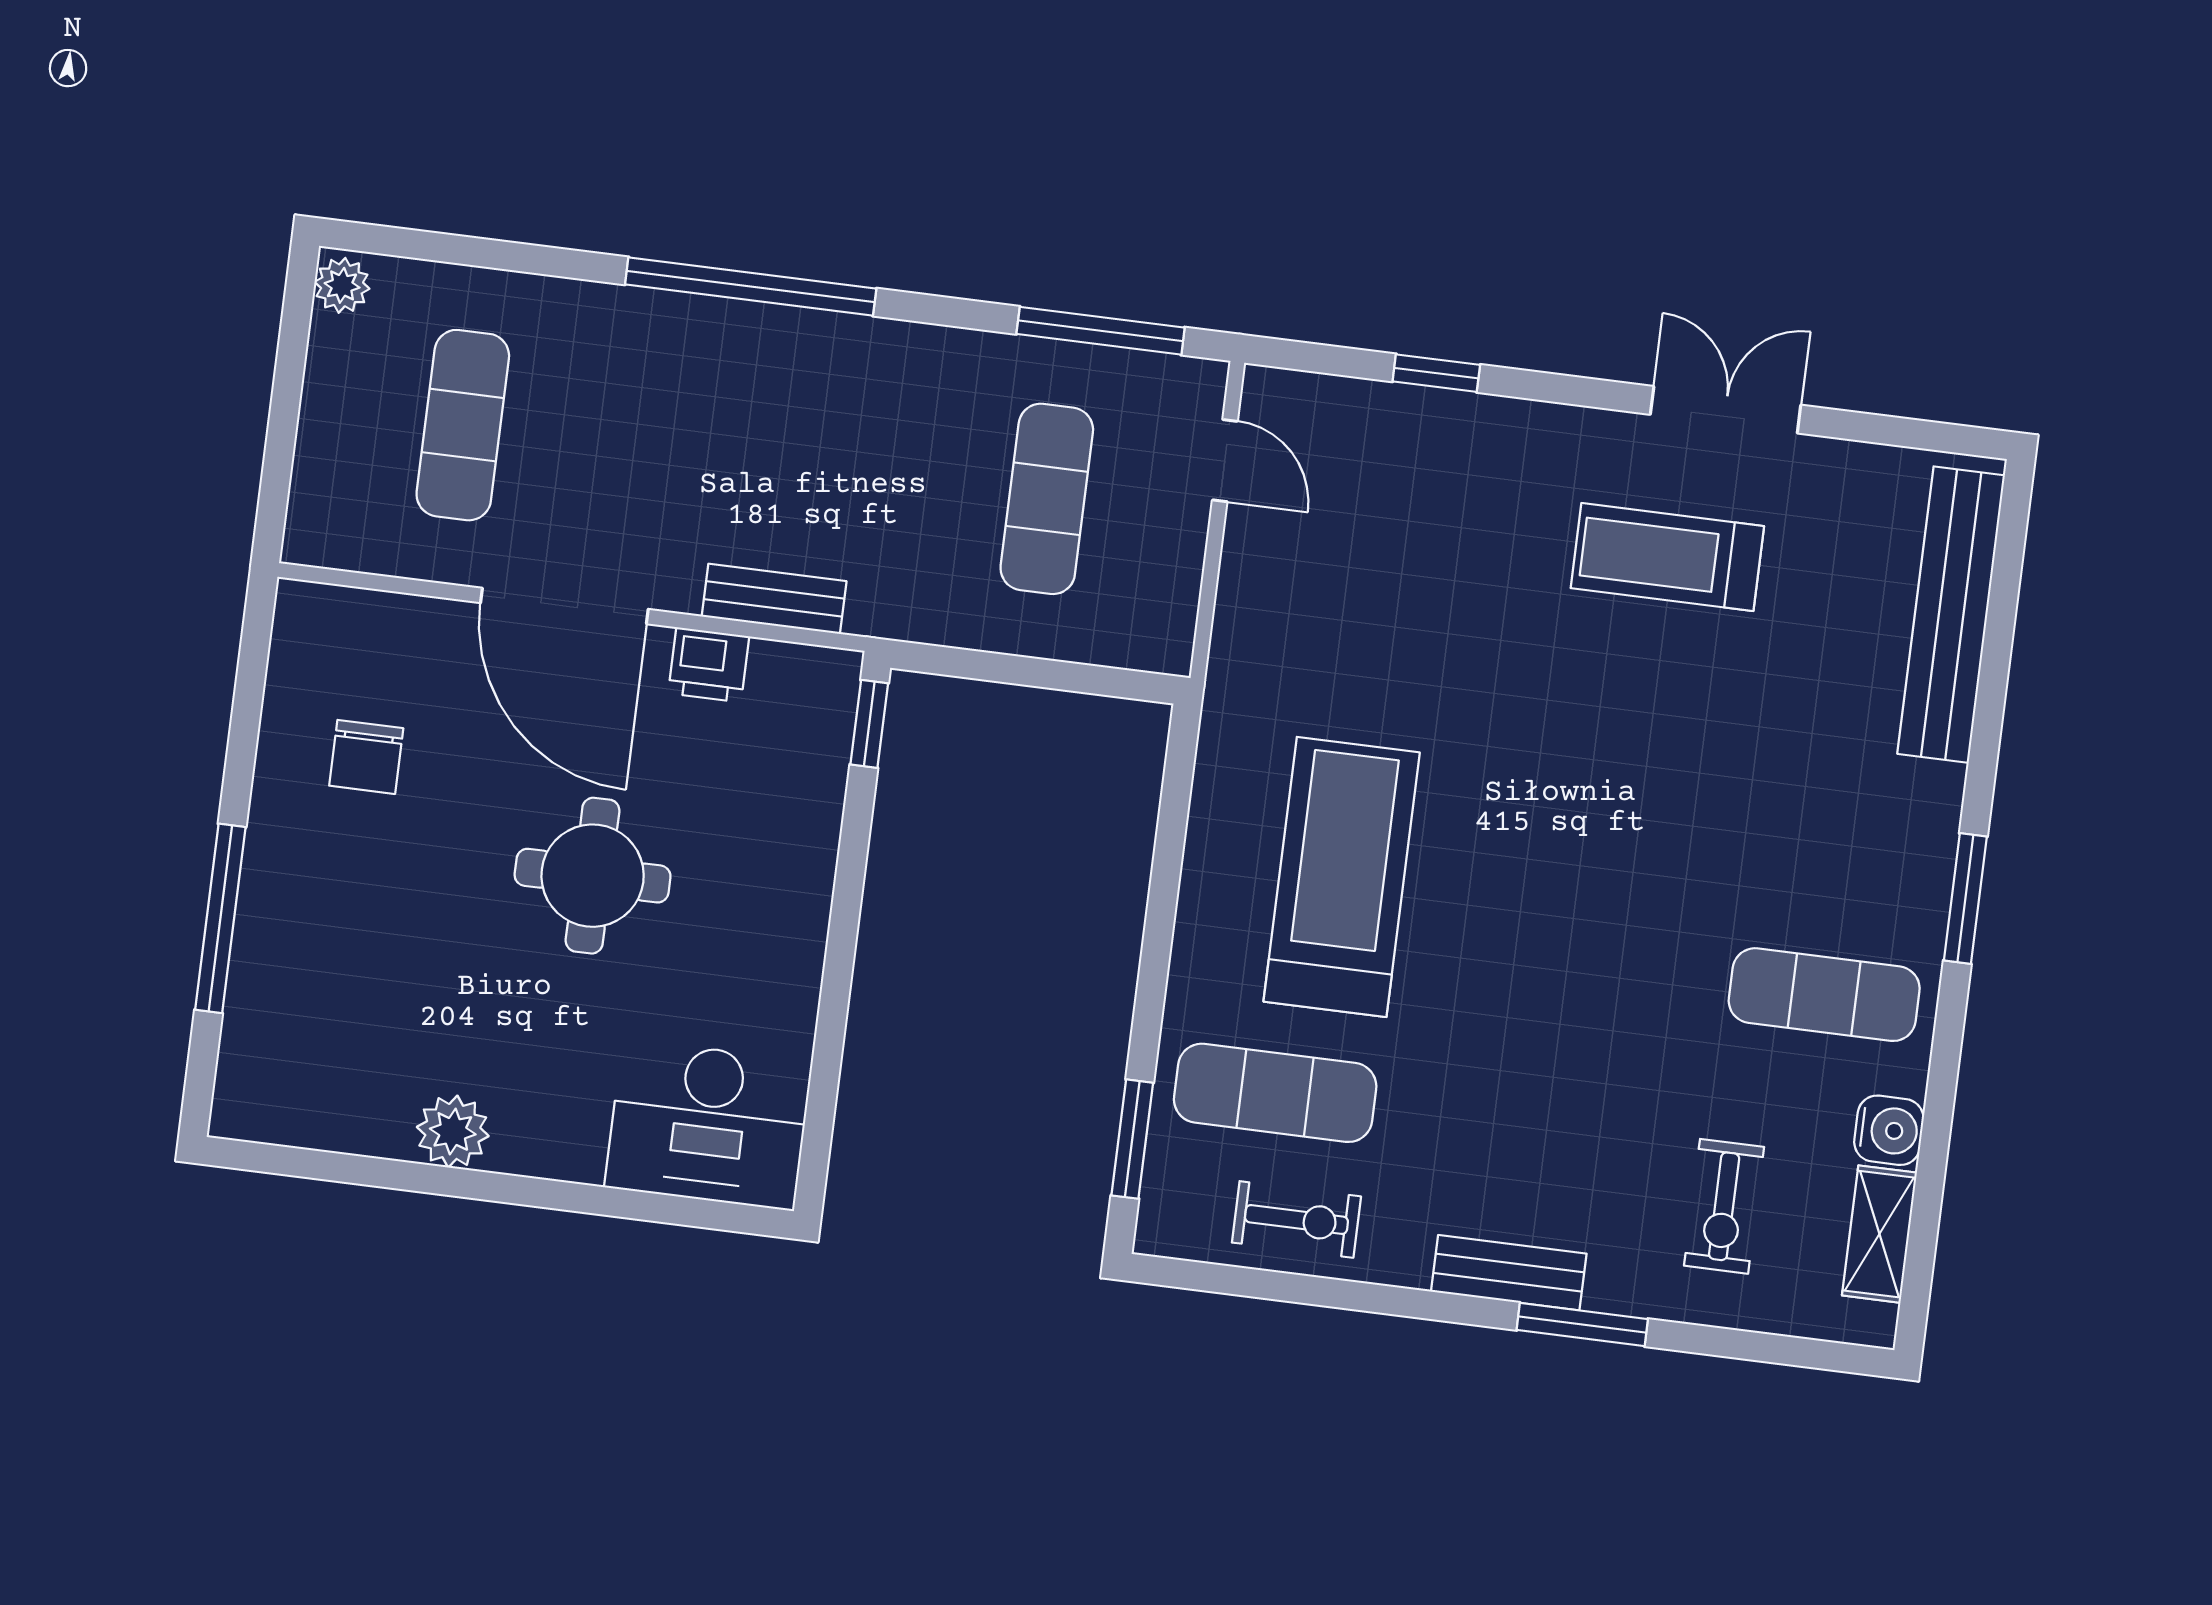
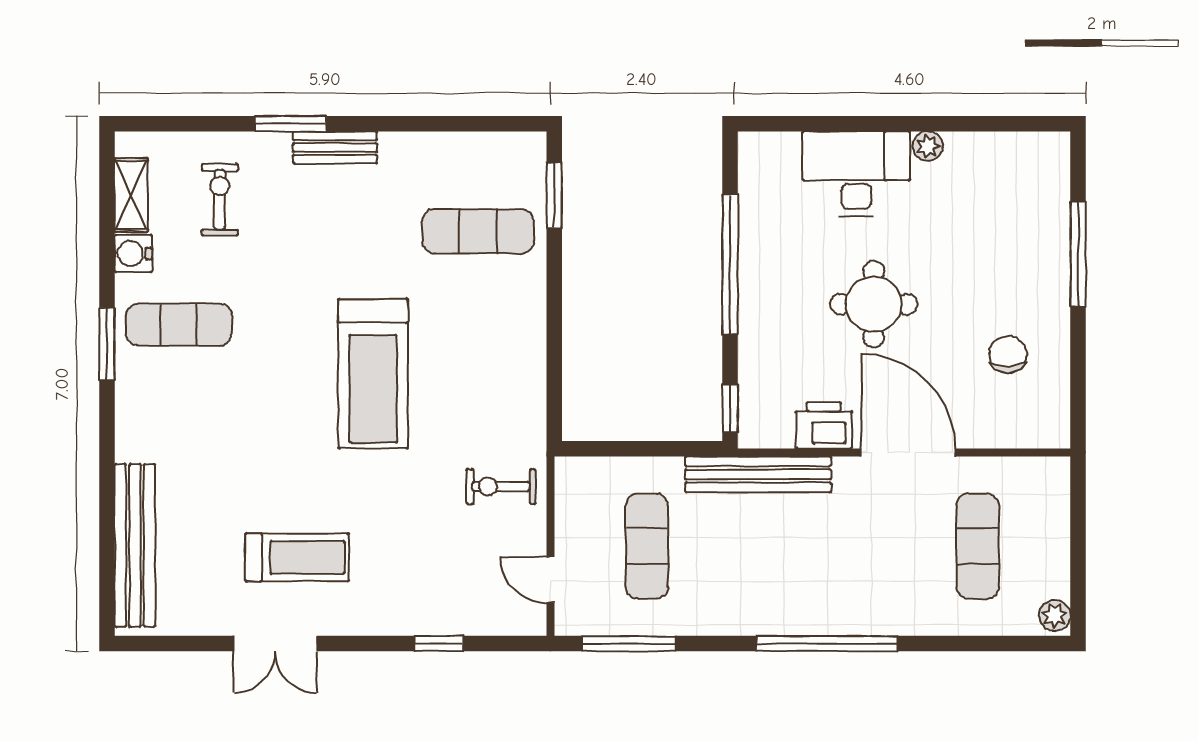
bench: (774, 599) -> (758, 474), width x1.86, depth x1.21
printer: (709, 665) -> (824, 425), width x1.36, depth x1.24
treadmill: (1342, 877) -> (373, 374), moved
window: (1965, 899) -> (107, 344), moved
window: (837, 977) -> (730, 265), added
desk: (708, 1125) -> (856, 174), moved
plant: (453, 1131) -> (928, 146), width x0.73, depth x0.73
exercise bike: (1296, 1219) -> (501, 487), moved

